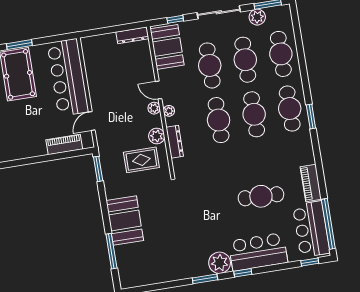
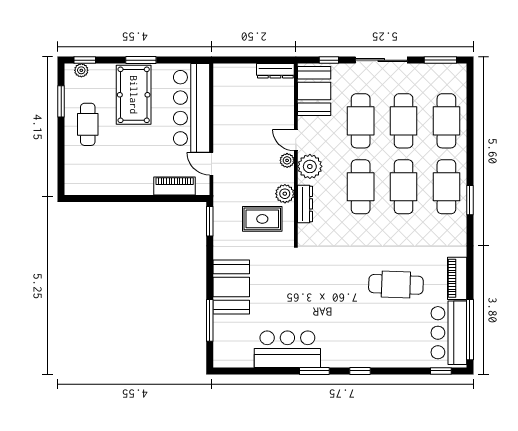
plant: (257, 17) -> (426, 73), removed
plant: (169, 111) -> (310, 166), width x1.87, depth x1.87
door: (92, 121) -> (211, 164), hinge flipped
bar counter: (258, 252) -> (287, 349), moved
plant: (220, 263) -> (335, 355), removed

